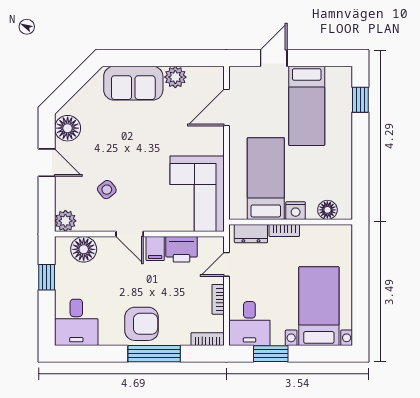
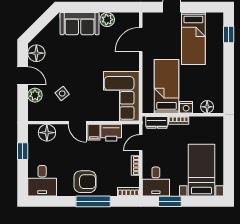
plant: (65, 221) -> (35, 95), moved

